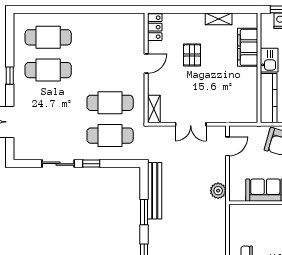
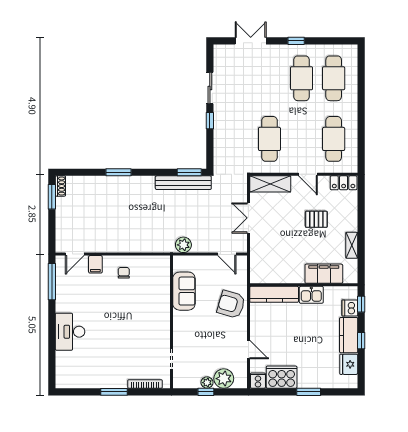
shelving: (154, 109) -> (270, 184), width x1.50, depth x1.33
cafe table: (110, 136) -> (334, 139), moved
window: (144, 212) -> (189, 172), moved

